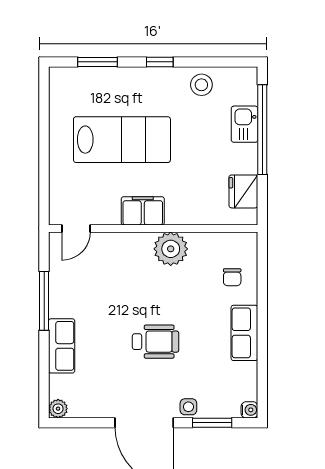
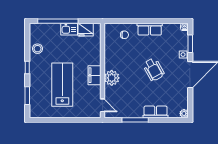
kitchen sink: (245, 124) -> (69, 29), moved
plant: (171, 249) -> (112, 78), moved
wheelchair: (155, 342) -> (154, 69), turned 151

